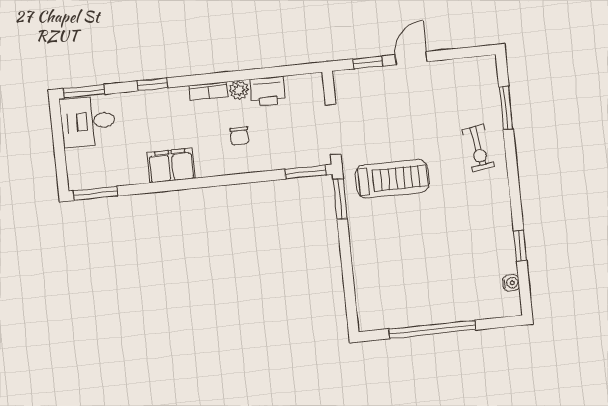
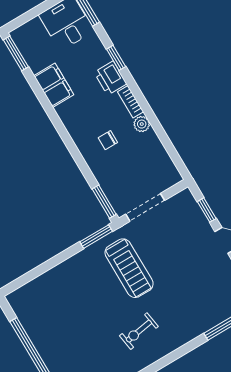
printer: (268, 91) -> (110, 78), moved
exercise bike: (478, 148) -> (139, 331), moved
filing cabinet: (171, 166) -> (54, 85), moved

